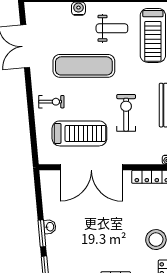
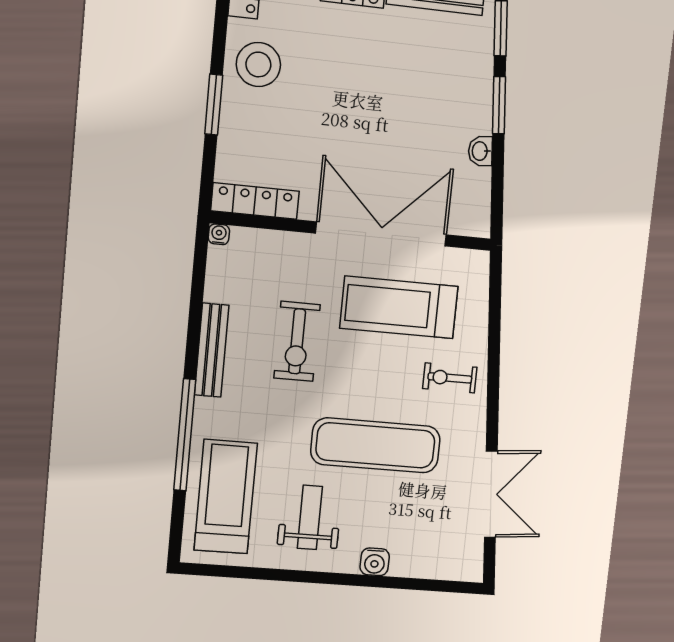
weight bench: (112, 28) -> (310, 517), turned 90
washbasin: (50, 227) -> (480, 151), moved

